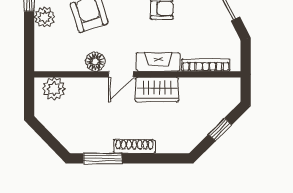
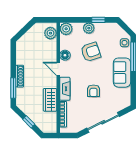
plant: (46, 60) -> (66, 29), added
wardrobe: (157, 90) -> (50, 100), moved
window: (103, 158) -> (13, 88), moved

